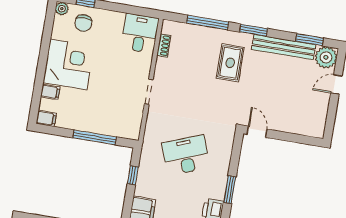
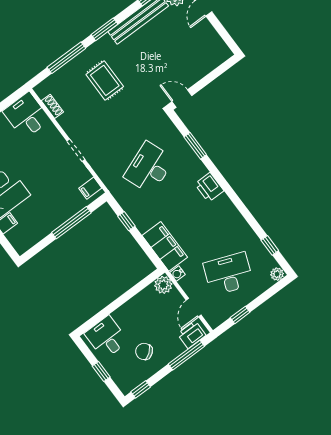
rug: (230, 63) -> (105, 80), moved
filing cabinet: (46, 118) -> (90, 188), moved, turned 180
window: (230, 190) -> (195, 146), moved

